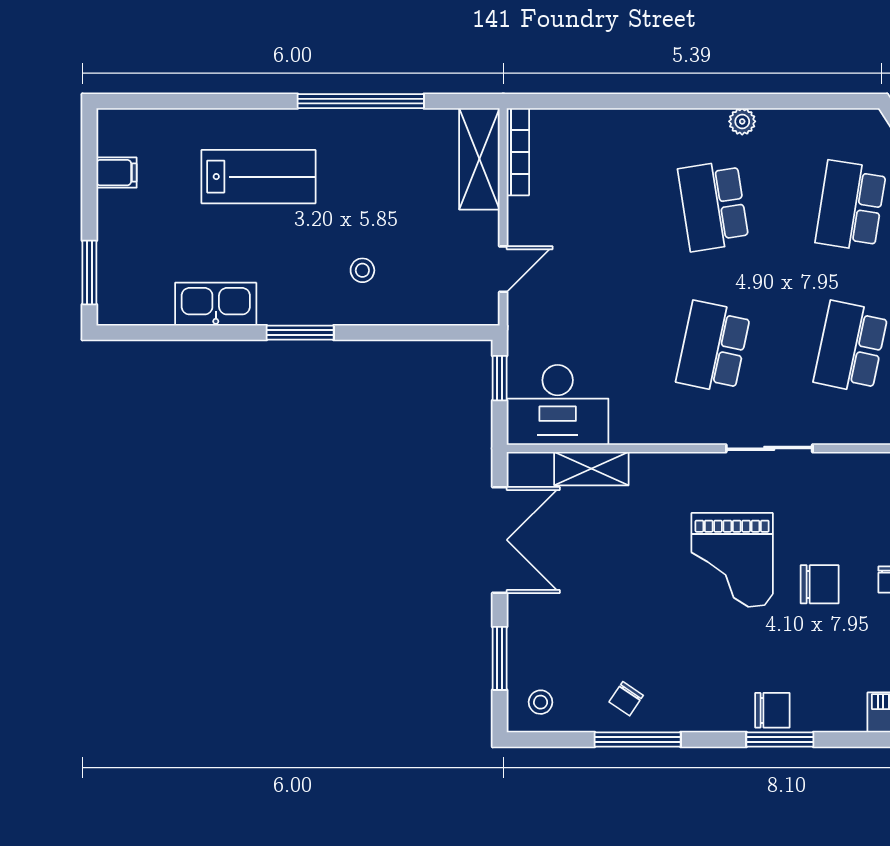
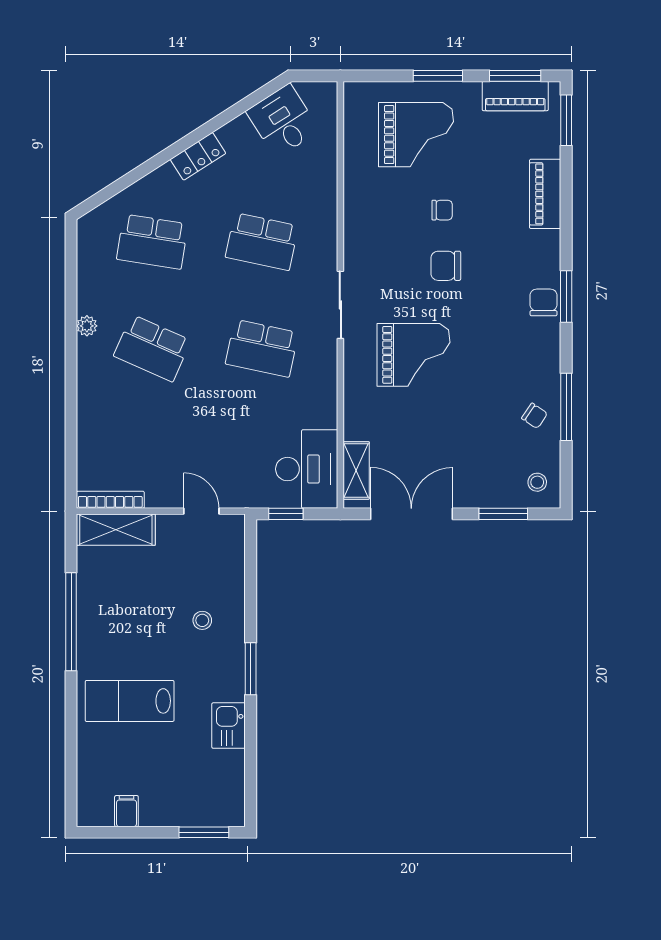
lab bench: (258, 177) -> (130, 701), turned -90
school desk: (713, 206) -> (152, 348), turned 33
kitchen sink: (216, 304) -> (229, 726), width x0.73
shelving: (591, 469) -> (356, 470), moved
grand piano: (732, 560) -> (414, 355), moved
chair: (820, 584) -> (446, 266), turned -90

